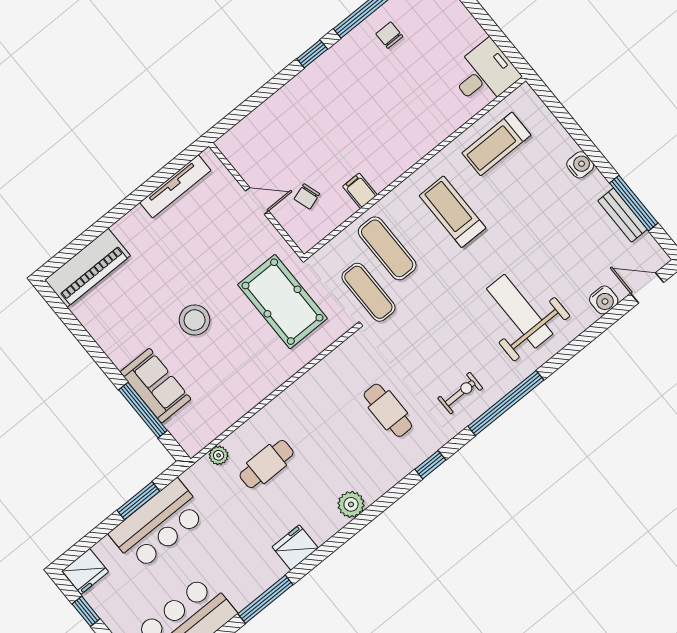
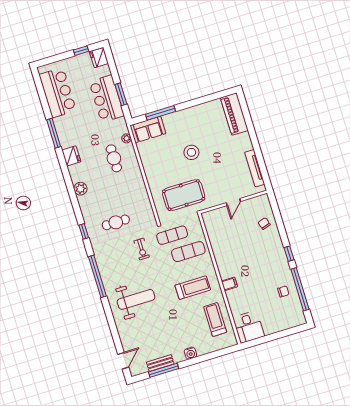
filing cabinet: (360, 191) -> (229, 284), moved
chair: (307, 196) -> (264, 223), moved
water cooler: (604, 300) -> (126, 339), removed
sofa: (155, 386) -> (148, 129), moved
exercise bike: (460, 393) -> (142, 249), moved

